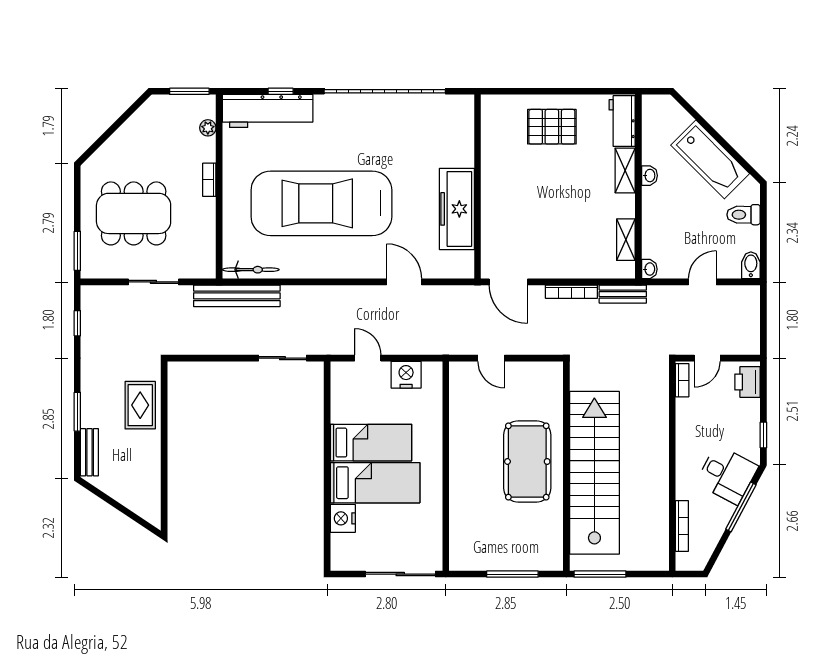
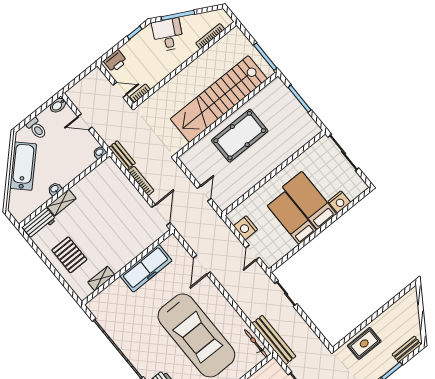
shelving: (626, 240) -> (101, 278), moved

